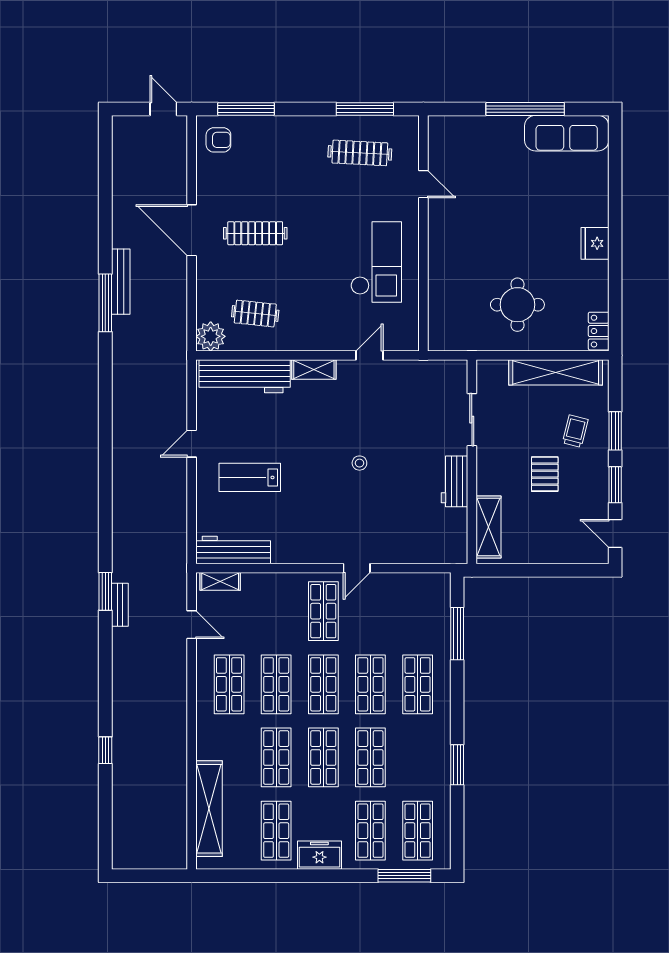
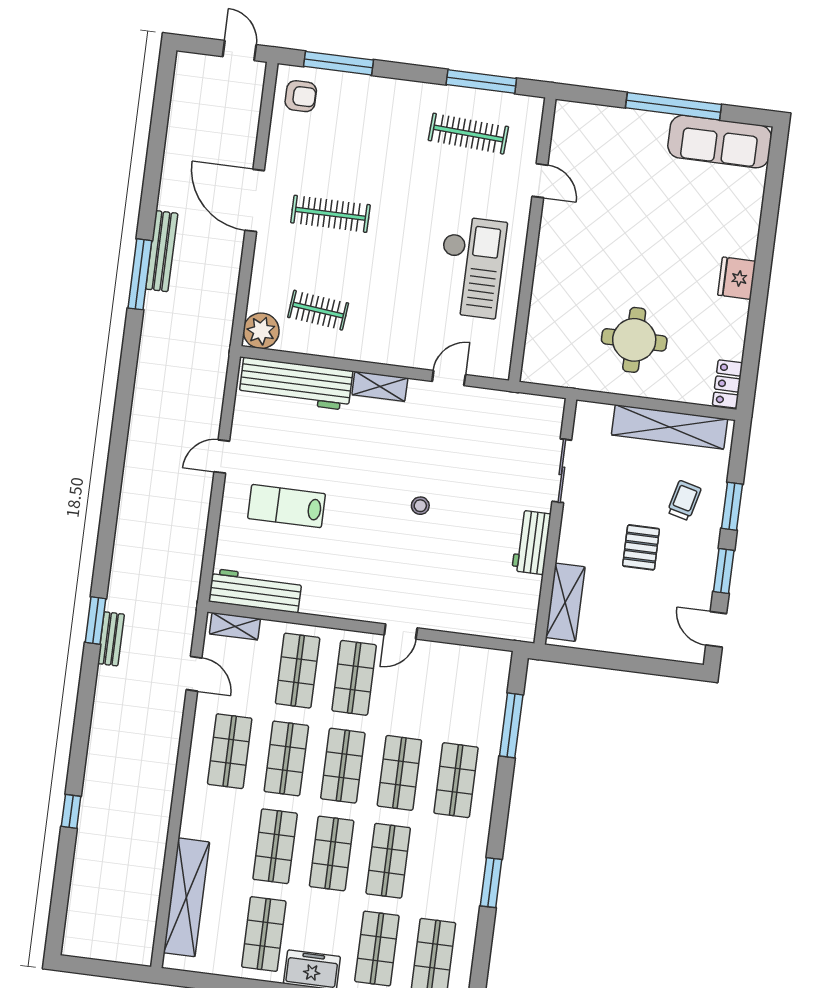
shop shelf: (276, 611) -> (298, 671), added

